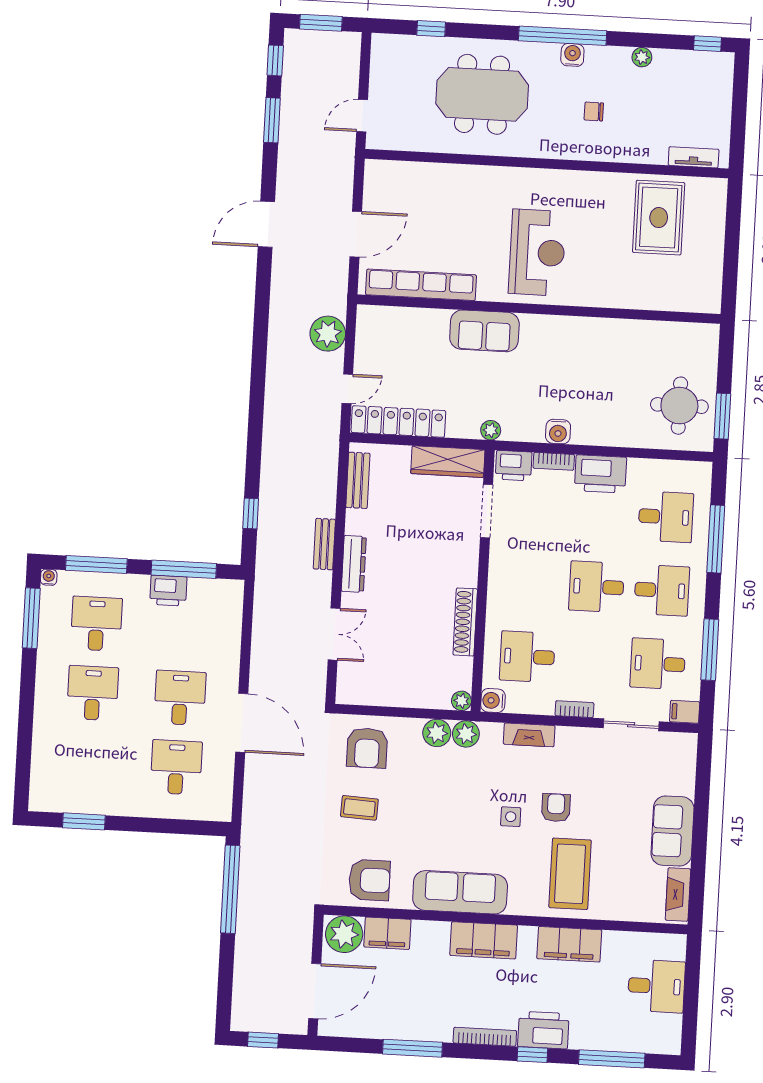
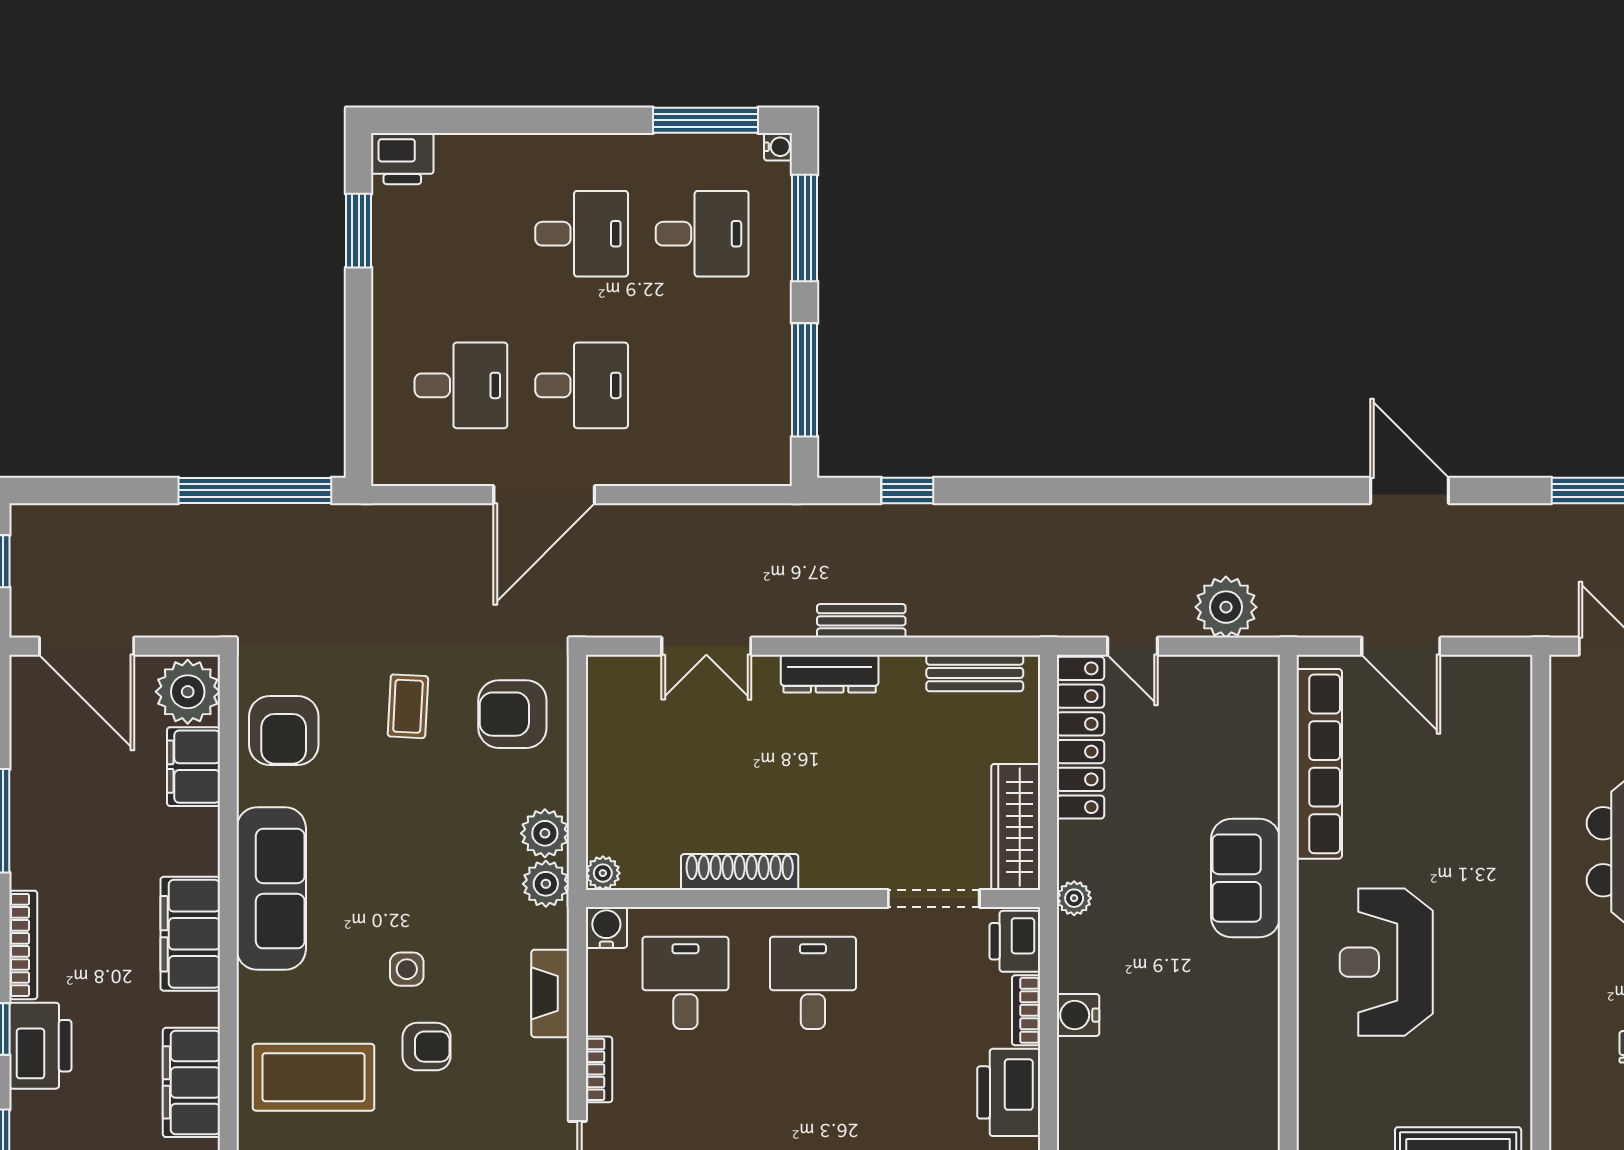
reception desk: (537, 252) -> (1386, 962), turned 90
desk: (597, 587) -> (813, 983), moved
printer: (168, 591) -> (402, 159), moved, turned -90

